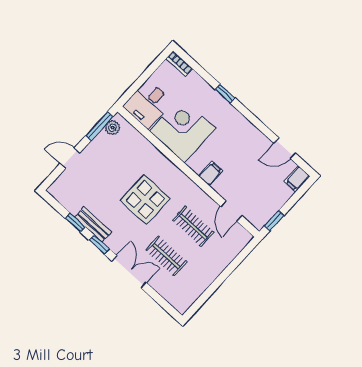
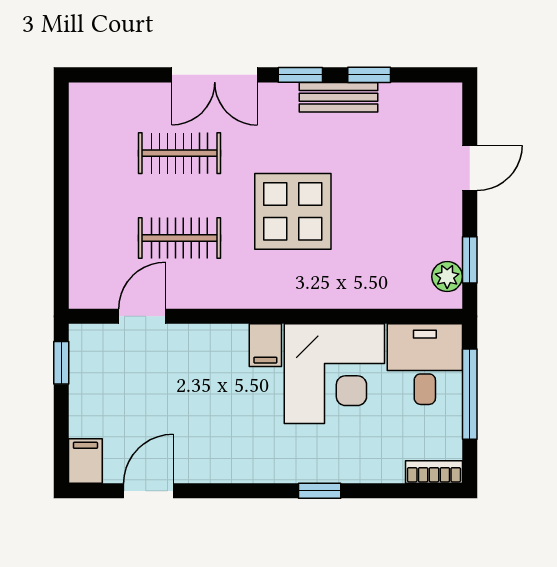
window: (142, 79) -> (470, 394), added
window: (99, 126) -> (470, 260), width x0.67
filing cabinet: (210, 173) -> (265, 345), moved
door: (231, 211) -> (142, 316), hinge flipped

